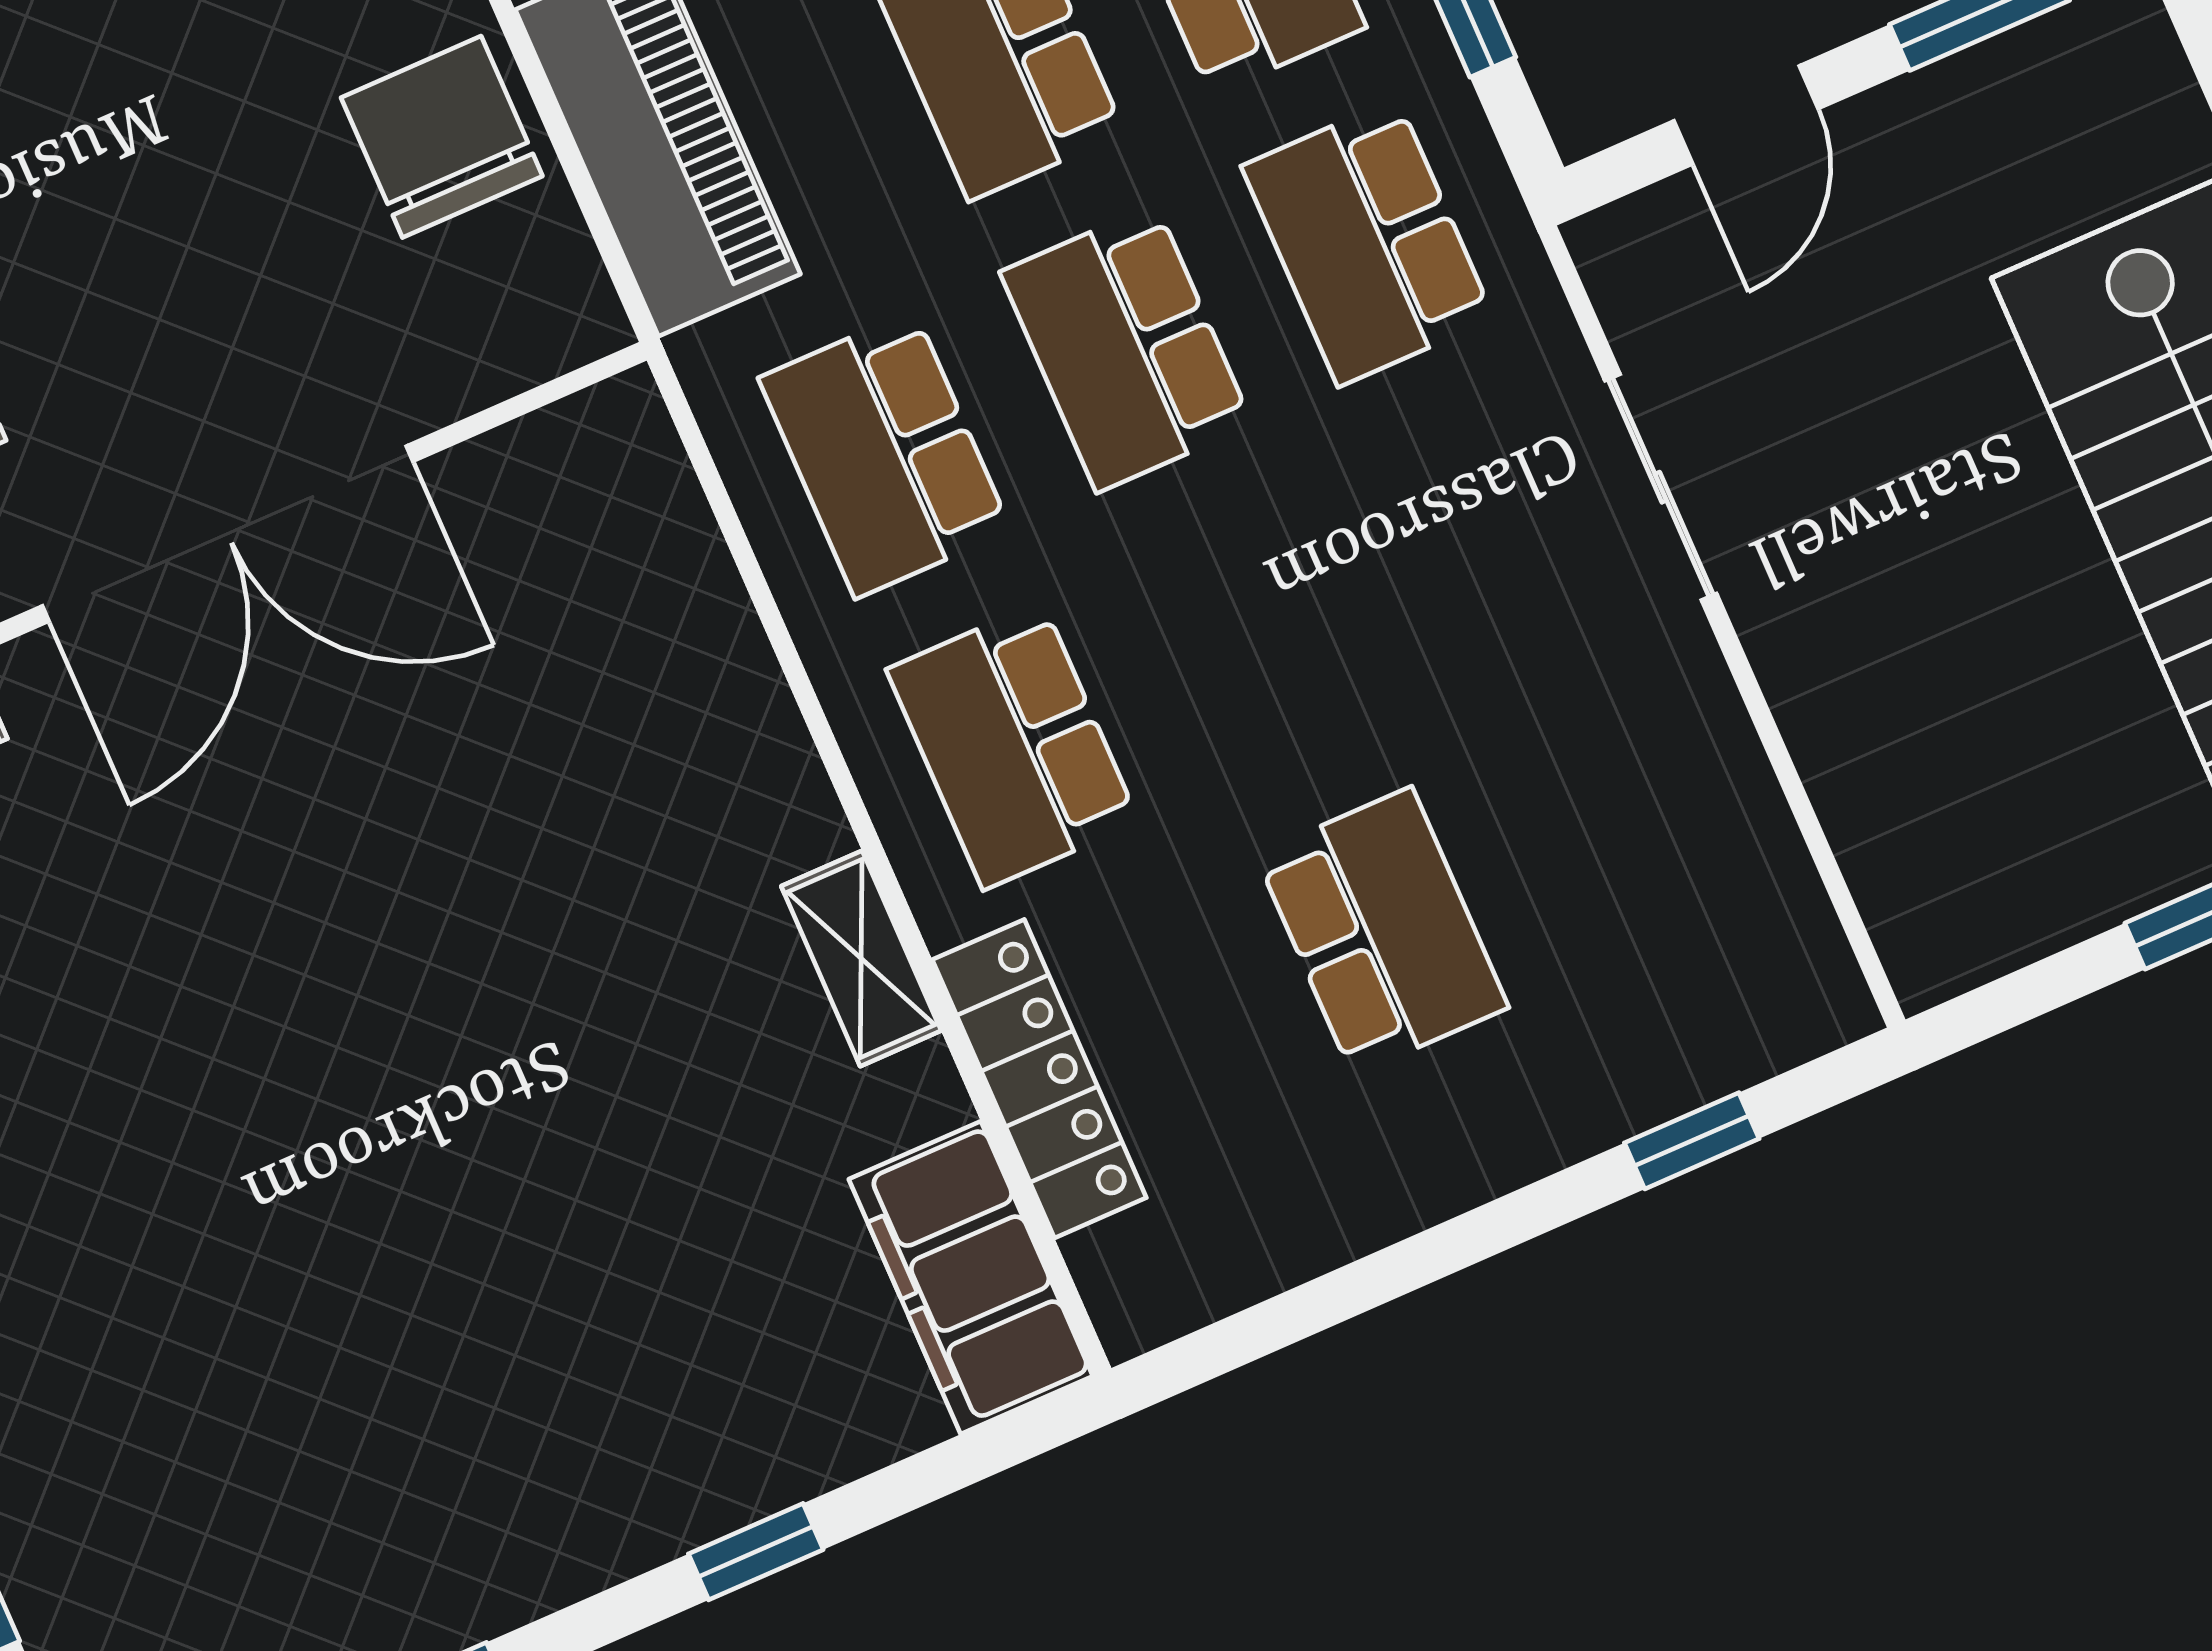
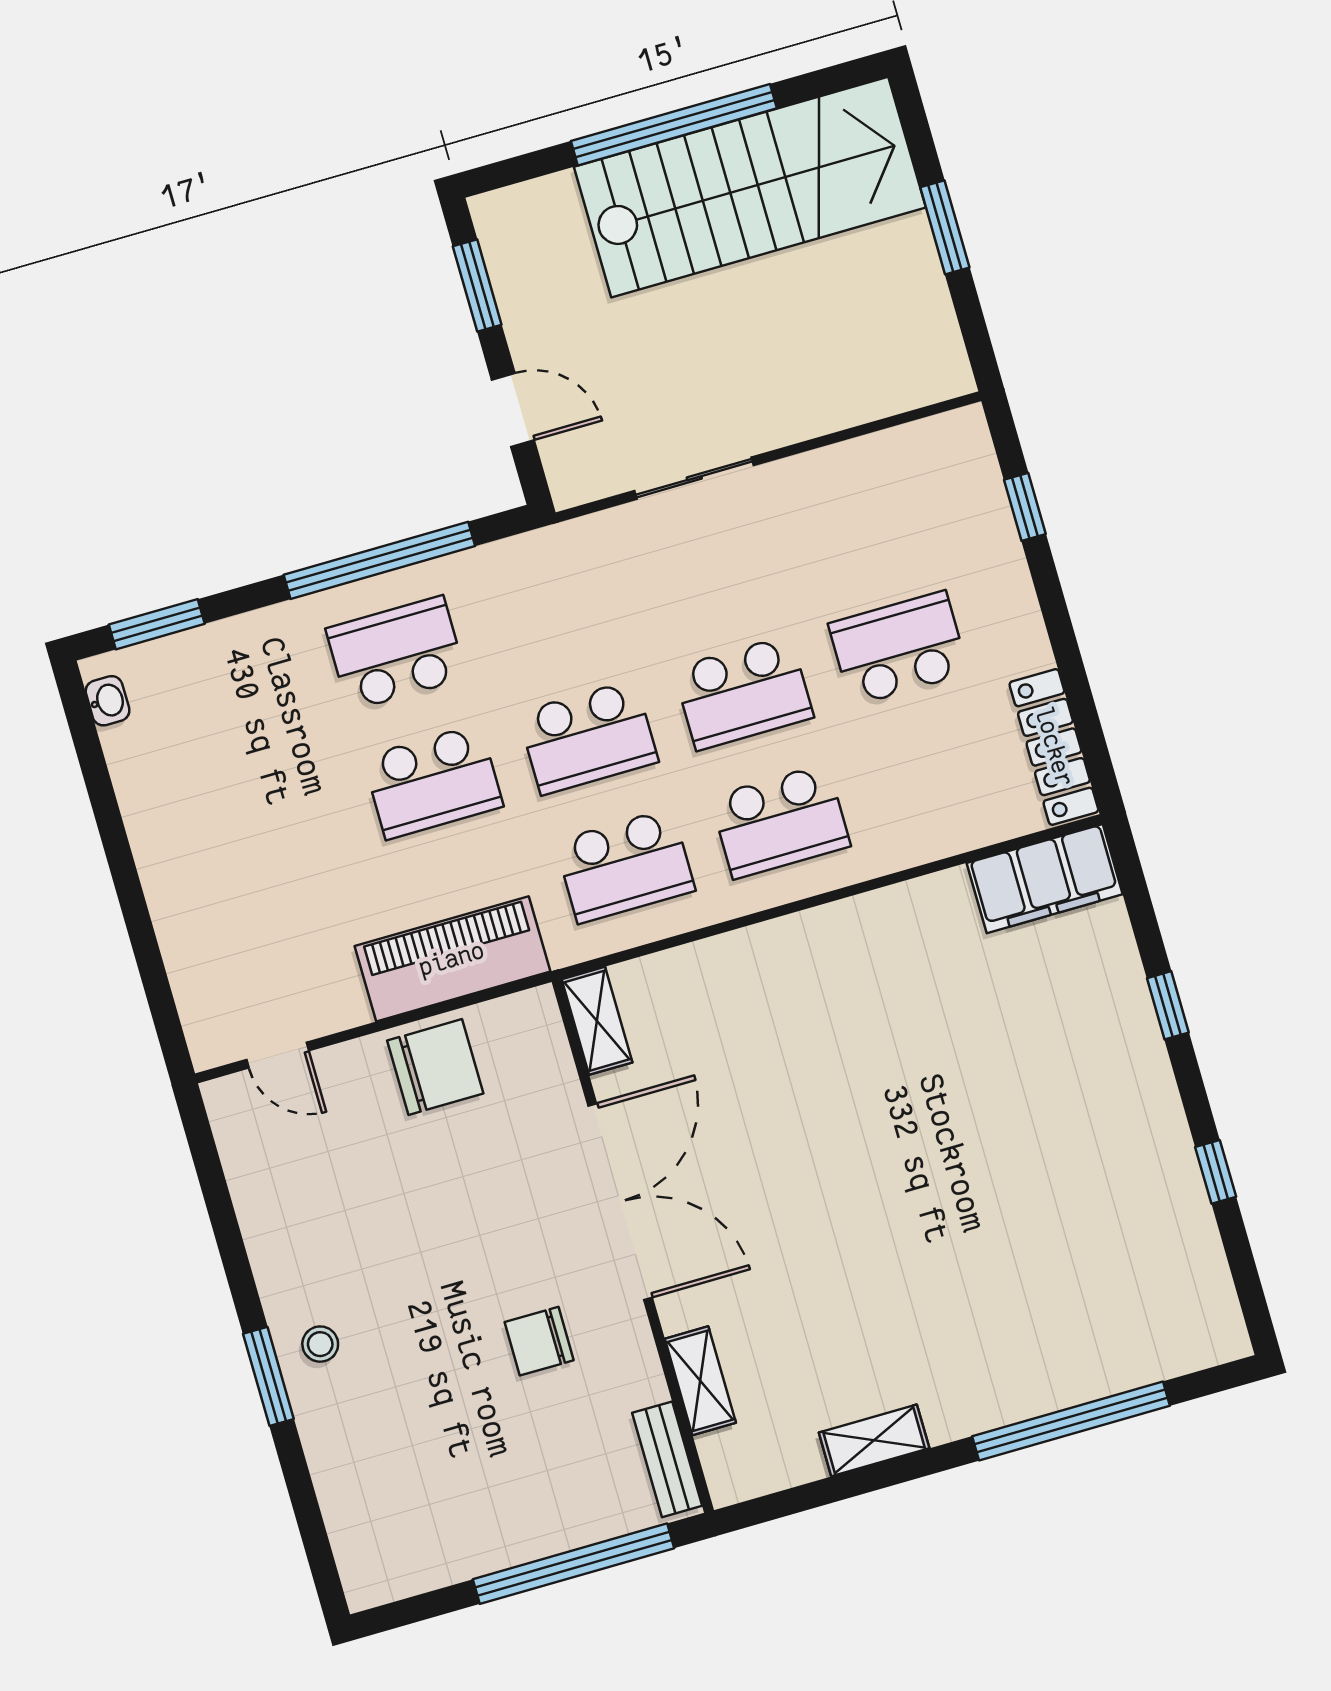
chair: (442, 137) -> (435, 1067), turned 180
school desk: (1368, 242) -> (743, 693), moved
shelving: (861, 958) -> (597, 1021), moved, turned 90
locker: (1039, 1079) -> (1054, 747), moved, turned -90

